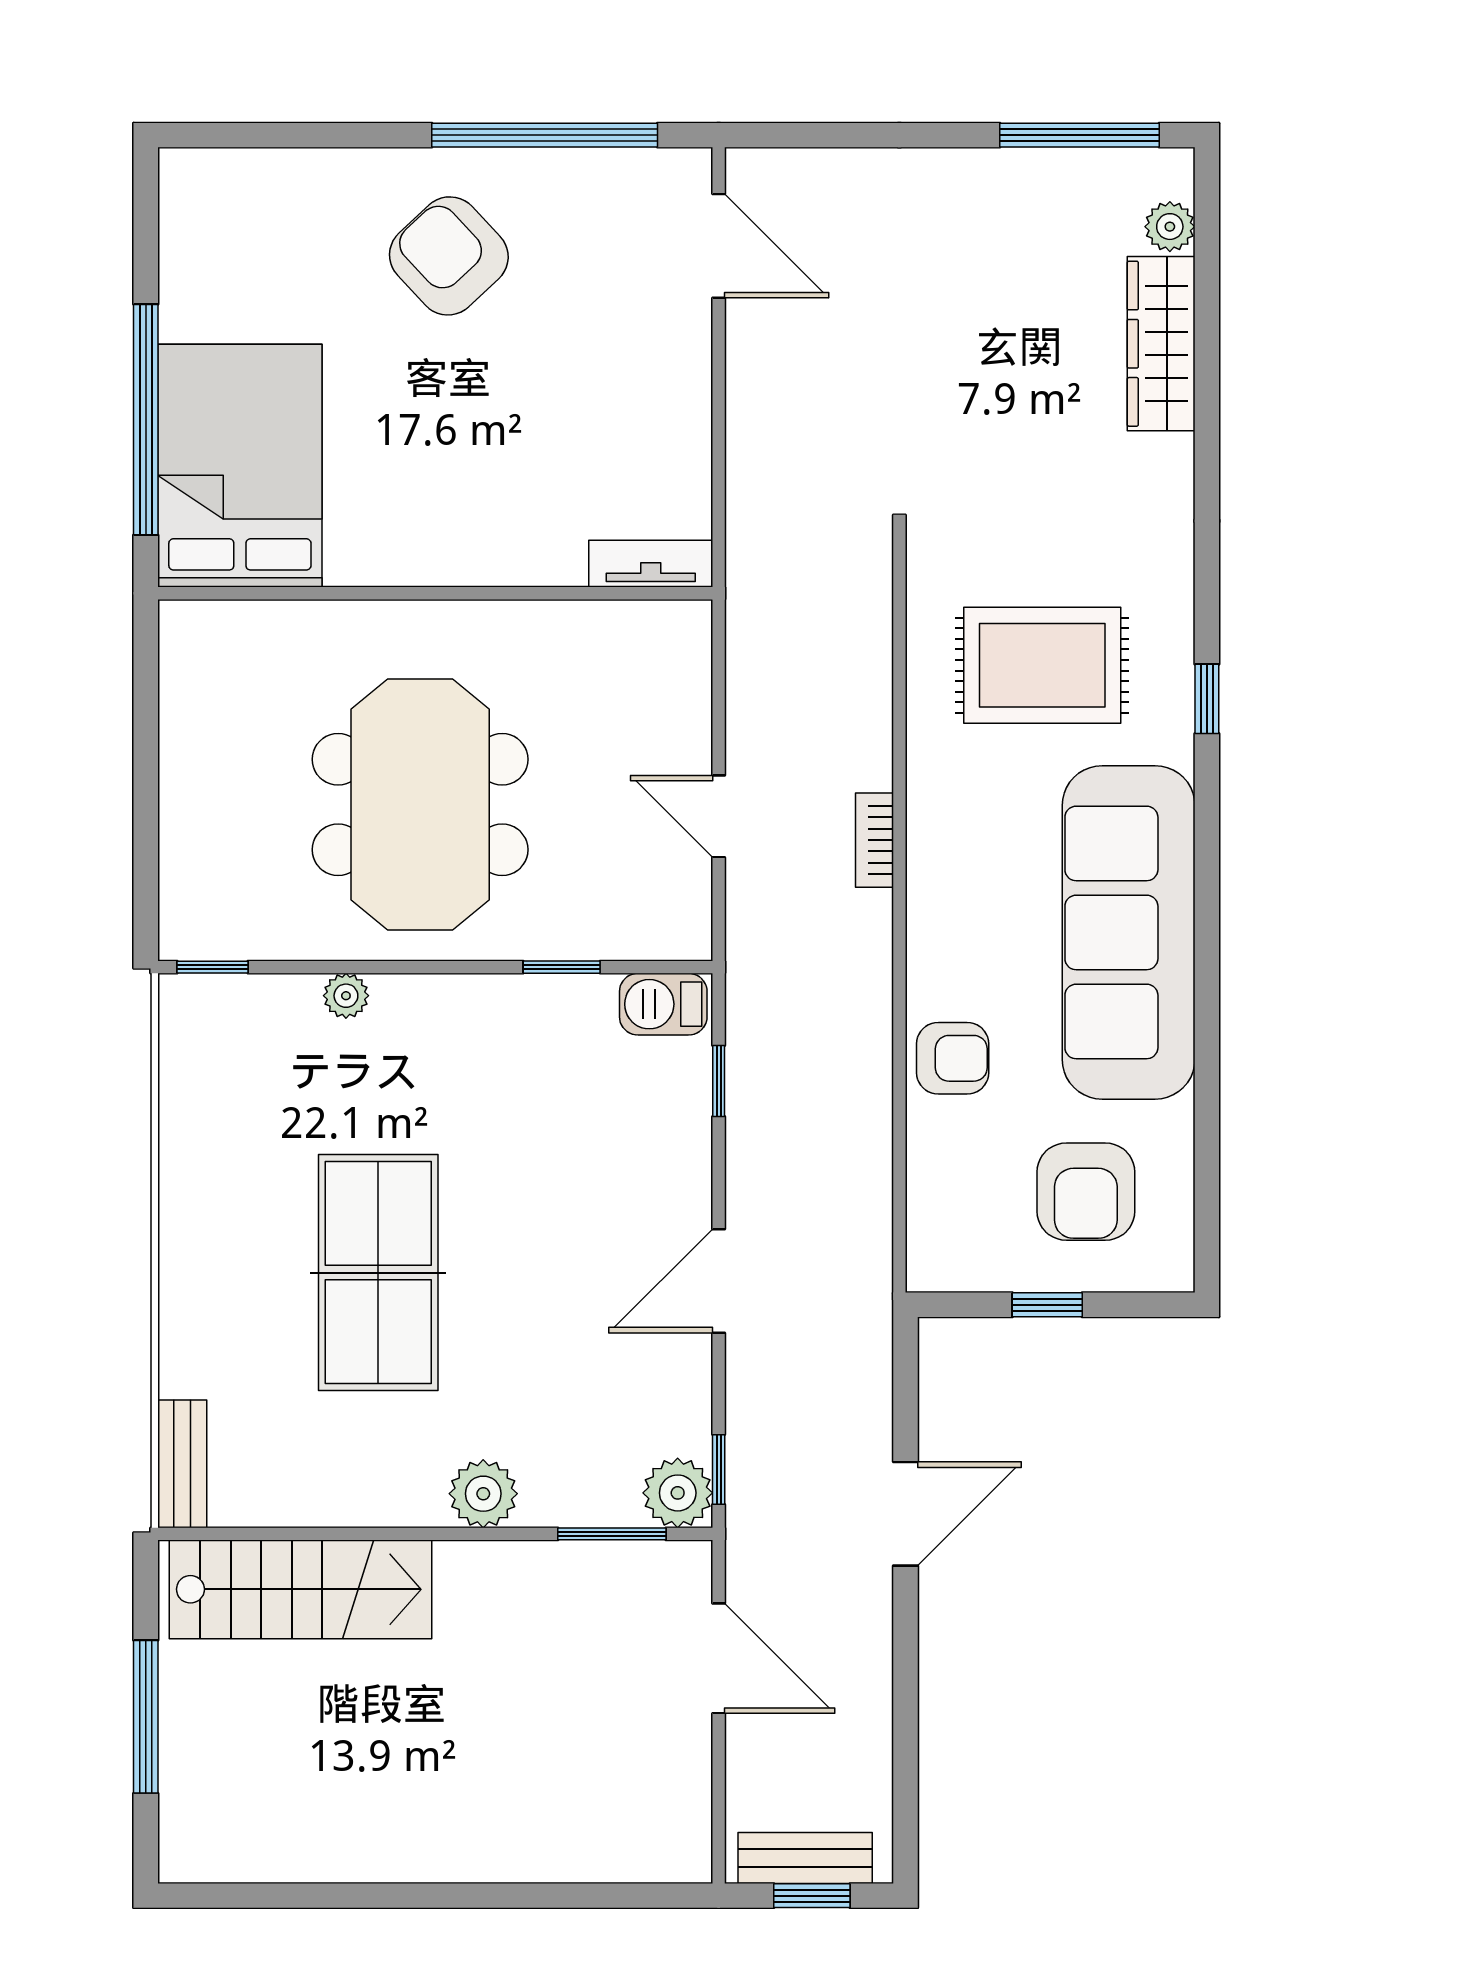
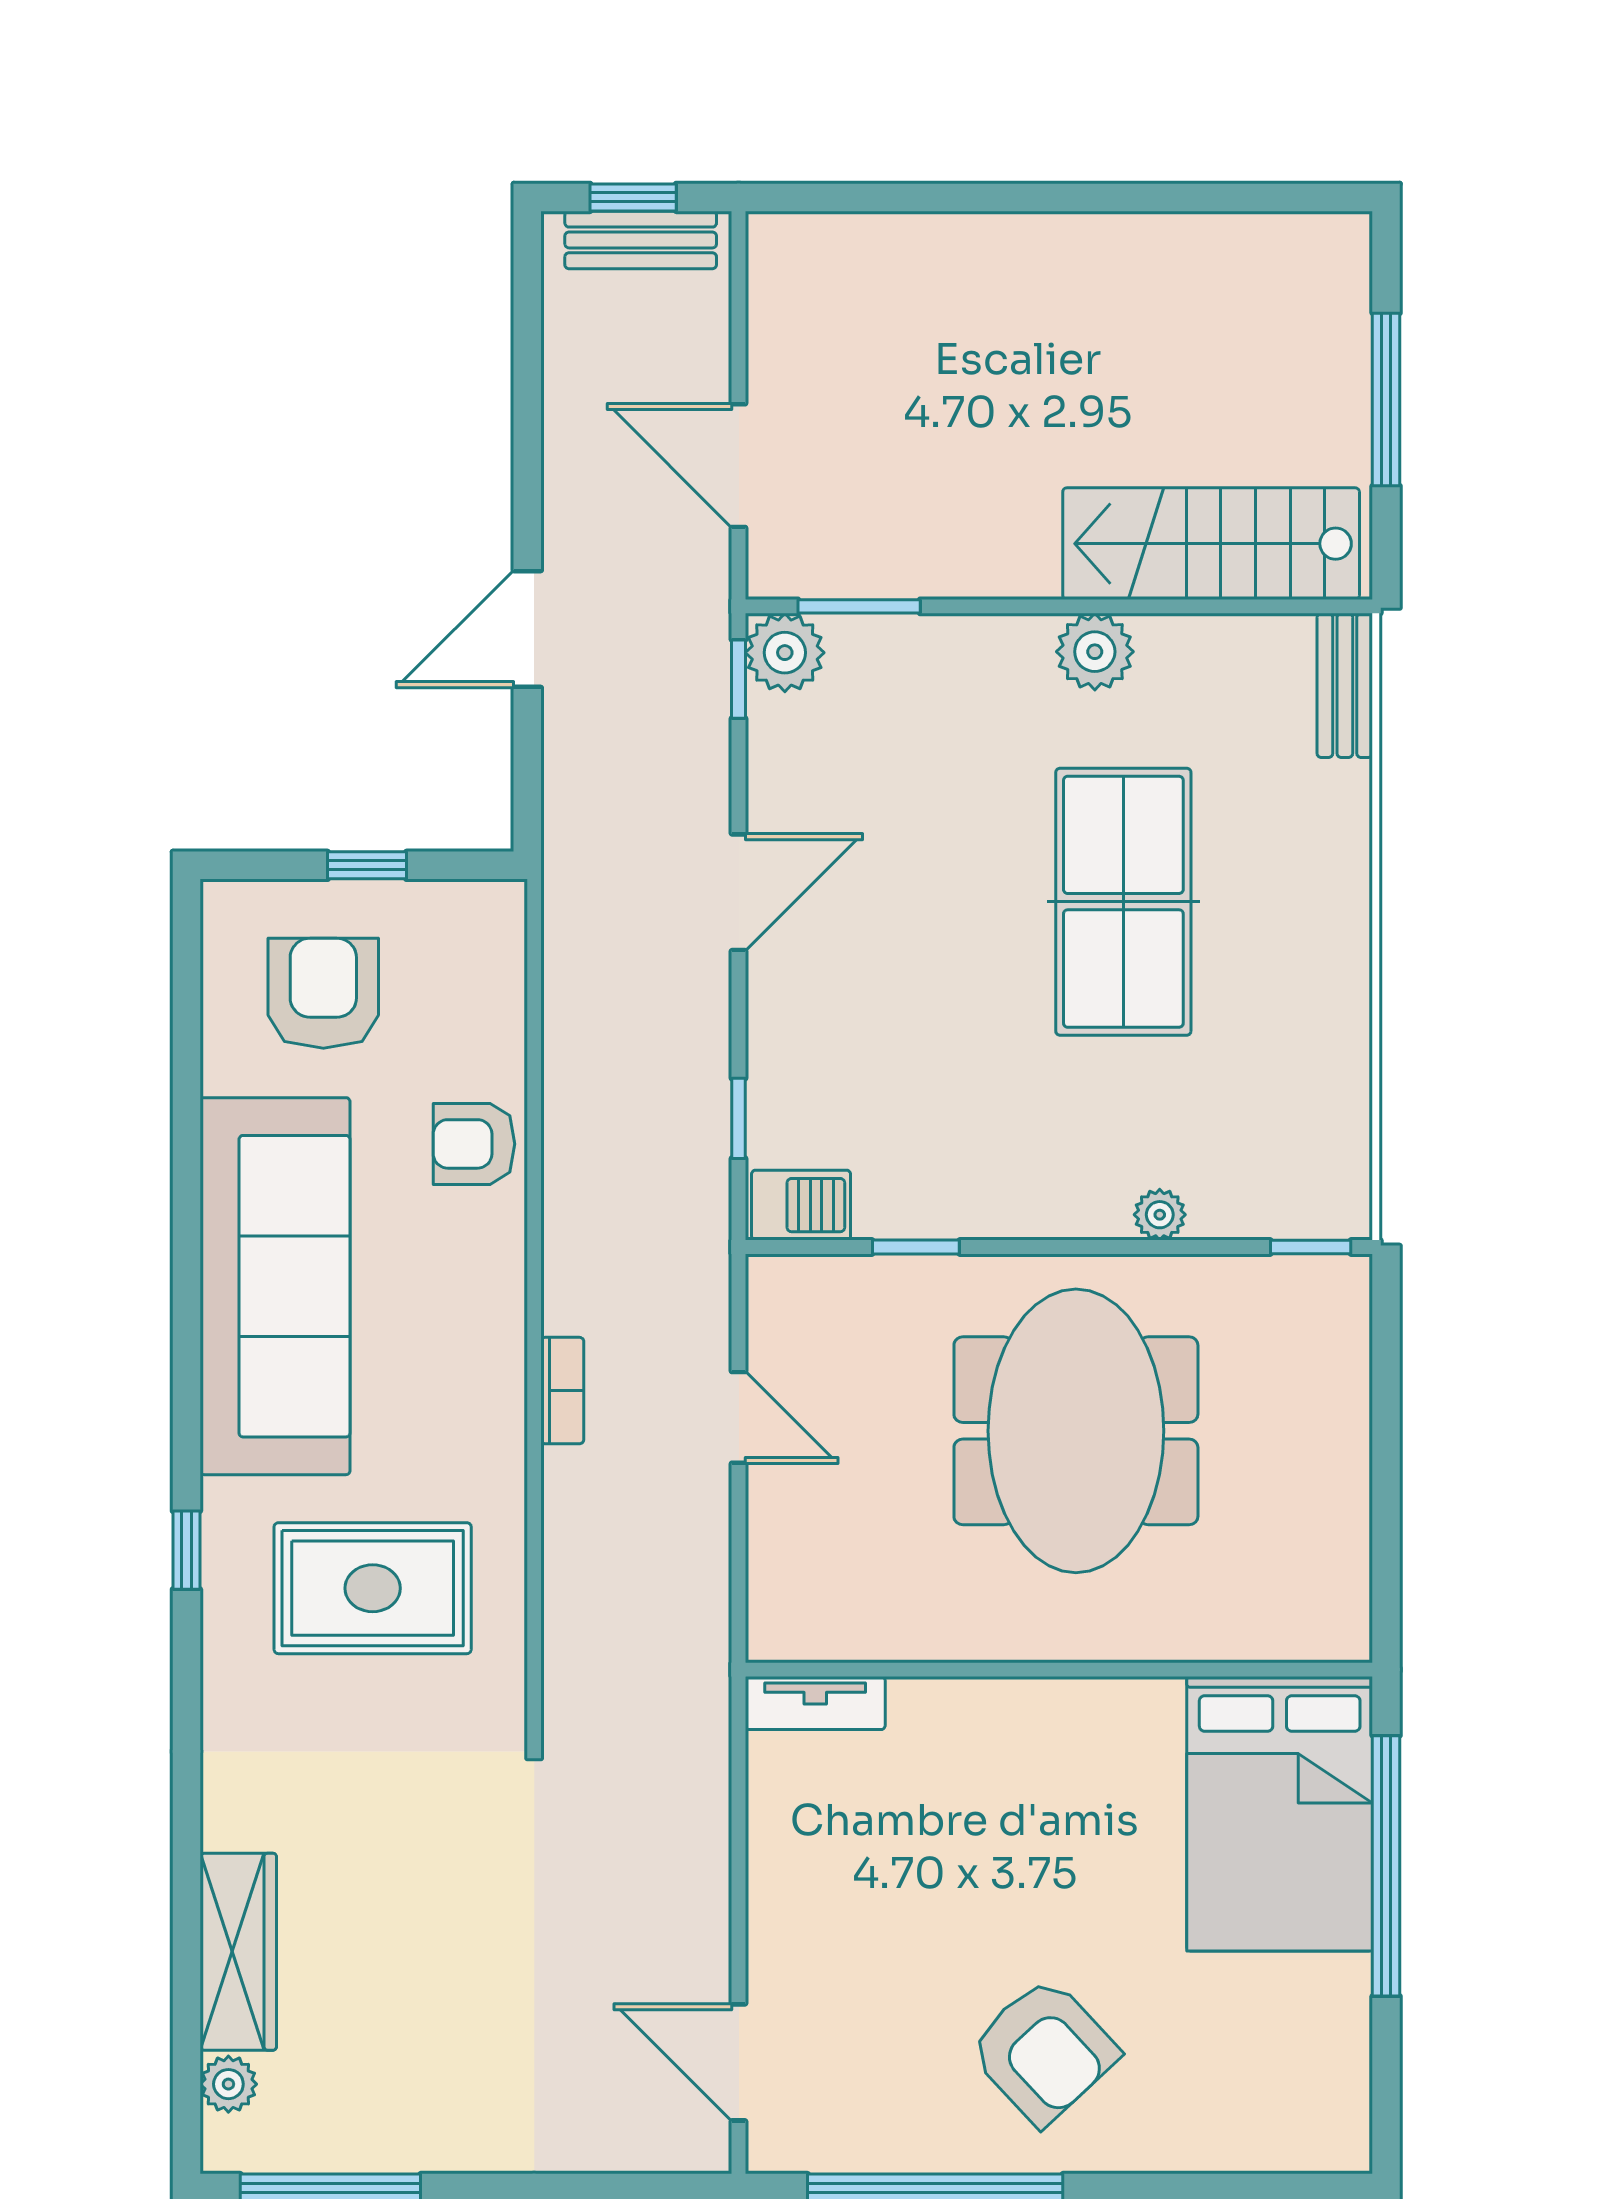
plant: (483, 1494) -> (1095, 652), moved

